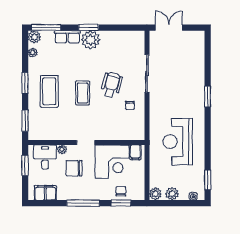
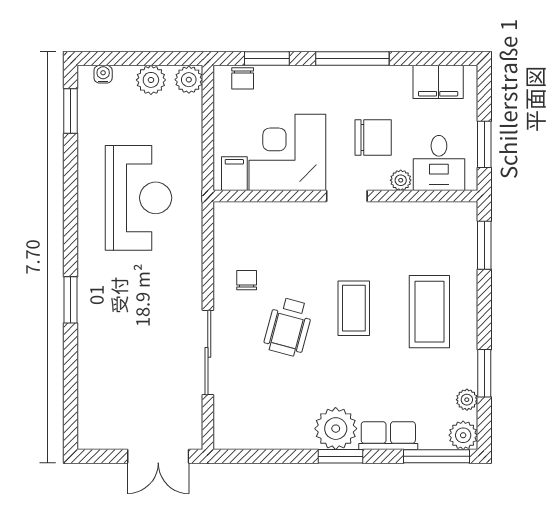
window: (25, 83) -> (484, 373), moved
chair: (121, 191) -> (243, 78), moved

